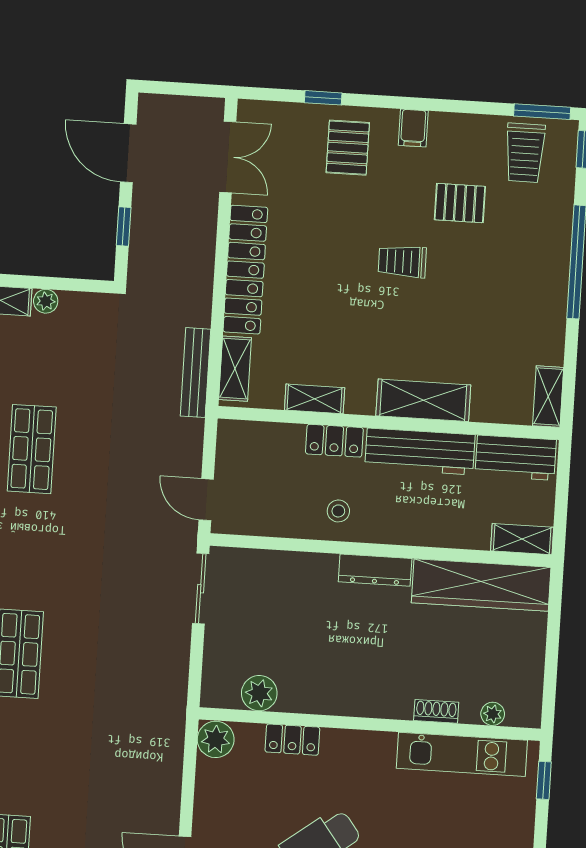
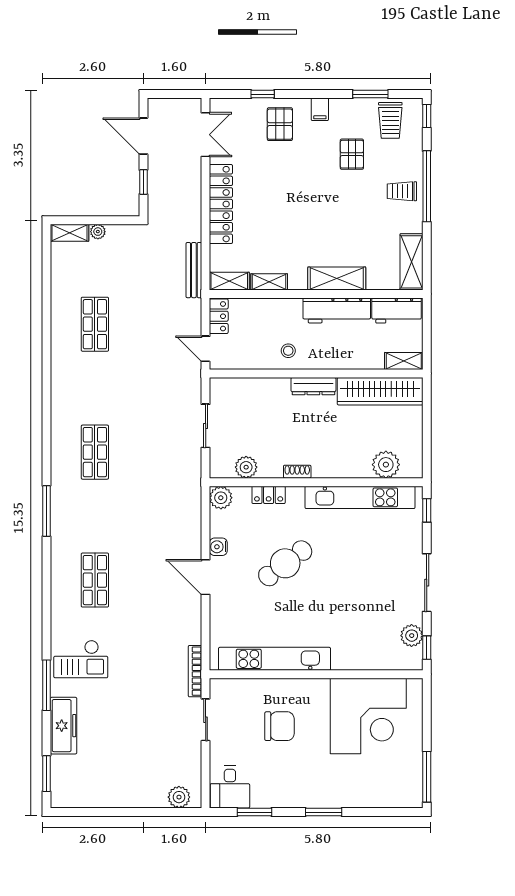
window: (542, 112) -> (370, 94), moved
pallet: (460, 203) -> (352, 154), turned 90
trolley: (402, 261) -> (402, 191), moved
shelving: (235, 369) -> (229, 281), moved, turned 90
shelving: (548, 397) -> (412, 262), width x1.50, depth x1.33
locker: (334, 441) -> (219, 316), moved, turned -90
sliding door: (201, 589) -> (206, 426), moved
shoe rack: (436, 711) -> (297, 472), moved
plant: (493, 714) -> (386, 465), width x1.88, depth x1.88
kitchen unit: (462, 754) -> (360, 497), width x1.36
water cooler: (207, 818) -> (218, 547), added

